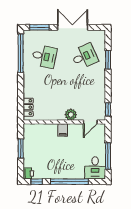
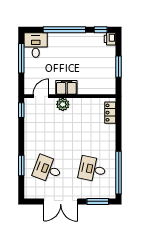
desk: (84, 56) -> (48, 169), turned 45
filing cabinet: (63, 130) -> (66, 87), width x2.00

